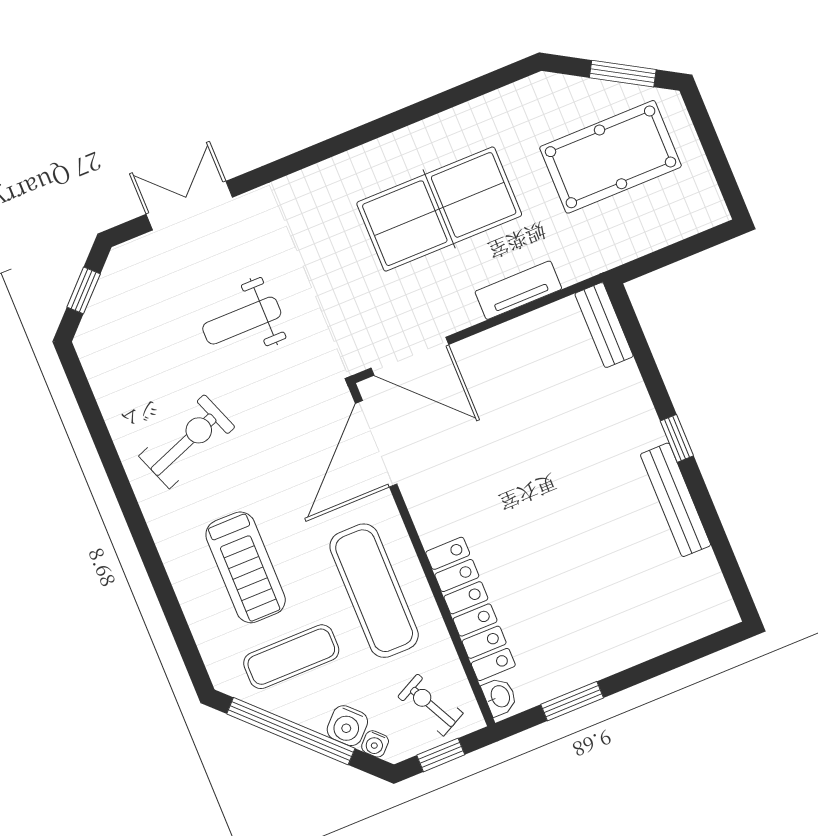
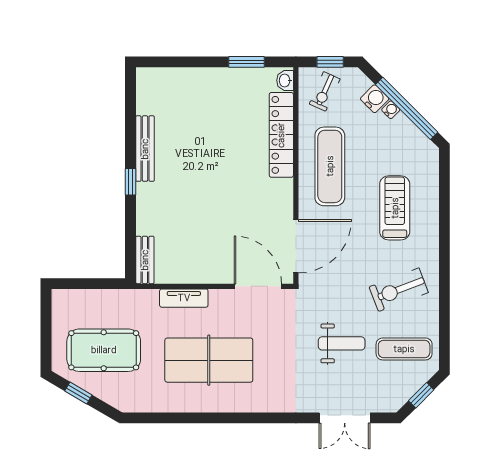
window: (623, 74) -> (78, 393), width x0.67
exercise mat: (291, 657) -> (404, 349), moved
exercise bike: (430, 705) -> (325, 91), turned 51
water cooler: (375, 744) -> (391, 110), moved

